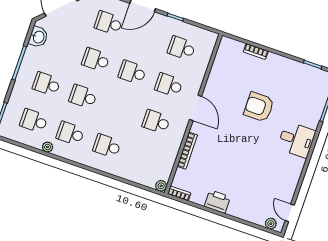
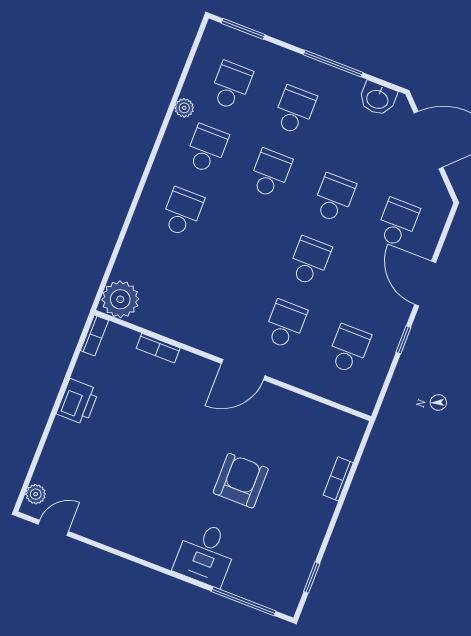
school desk: (156, 122) -> (221, 300), removed
desk: (296, 140) -> (206, 554), moved
bookcase: (187, 151) -> (158, 348), width x0.64
plant: (161, 186) -> (120, 299), width x1.88, depth x1.88

